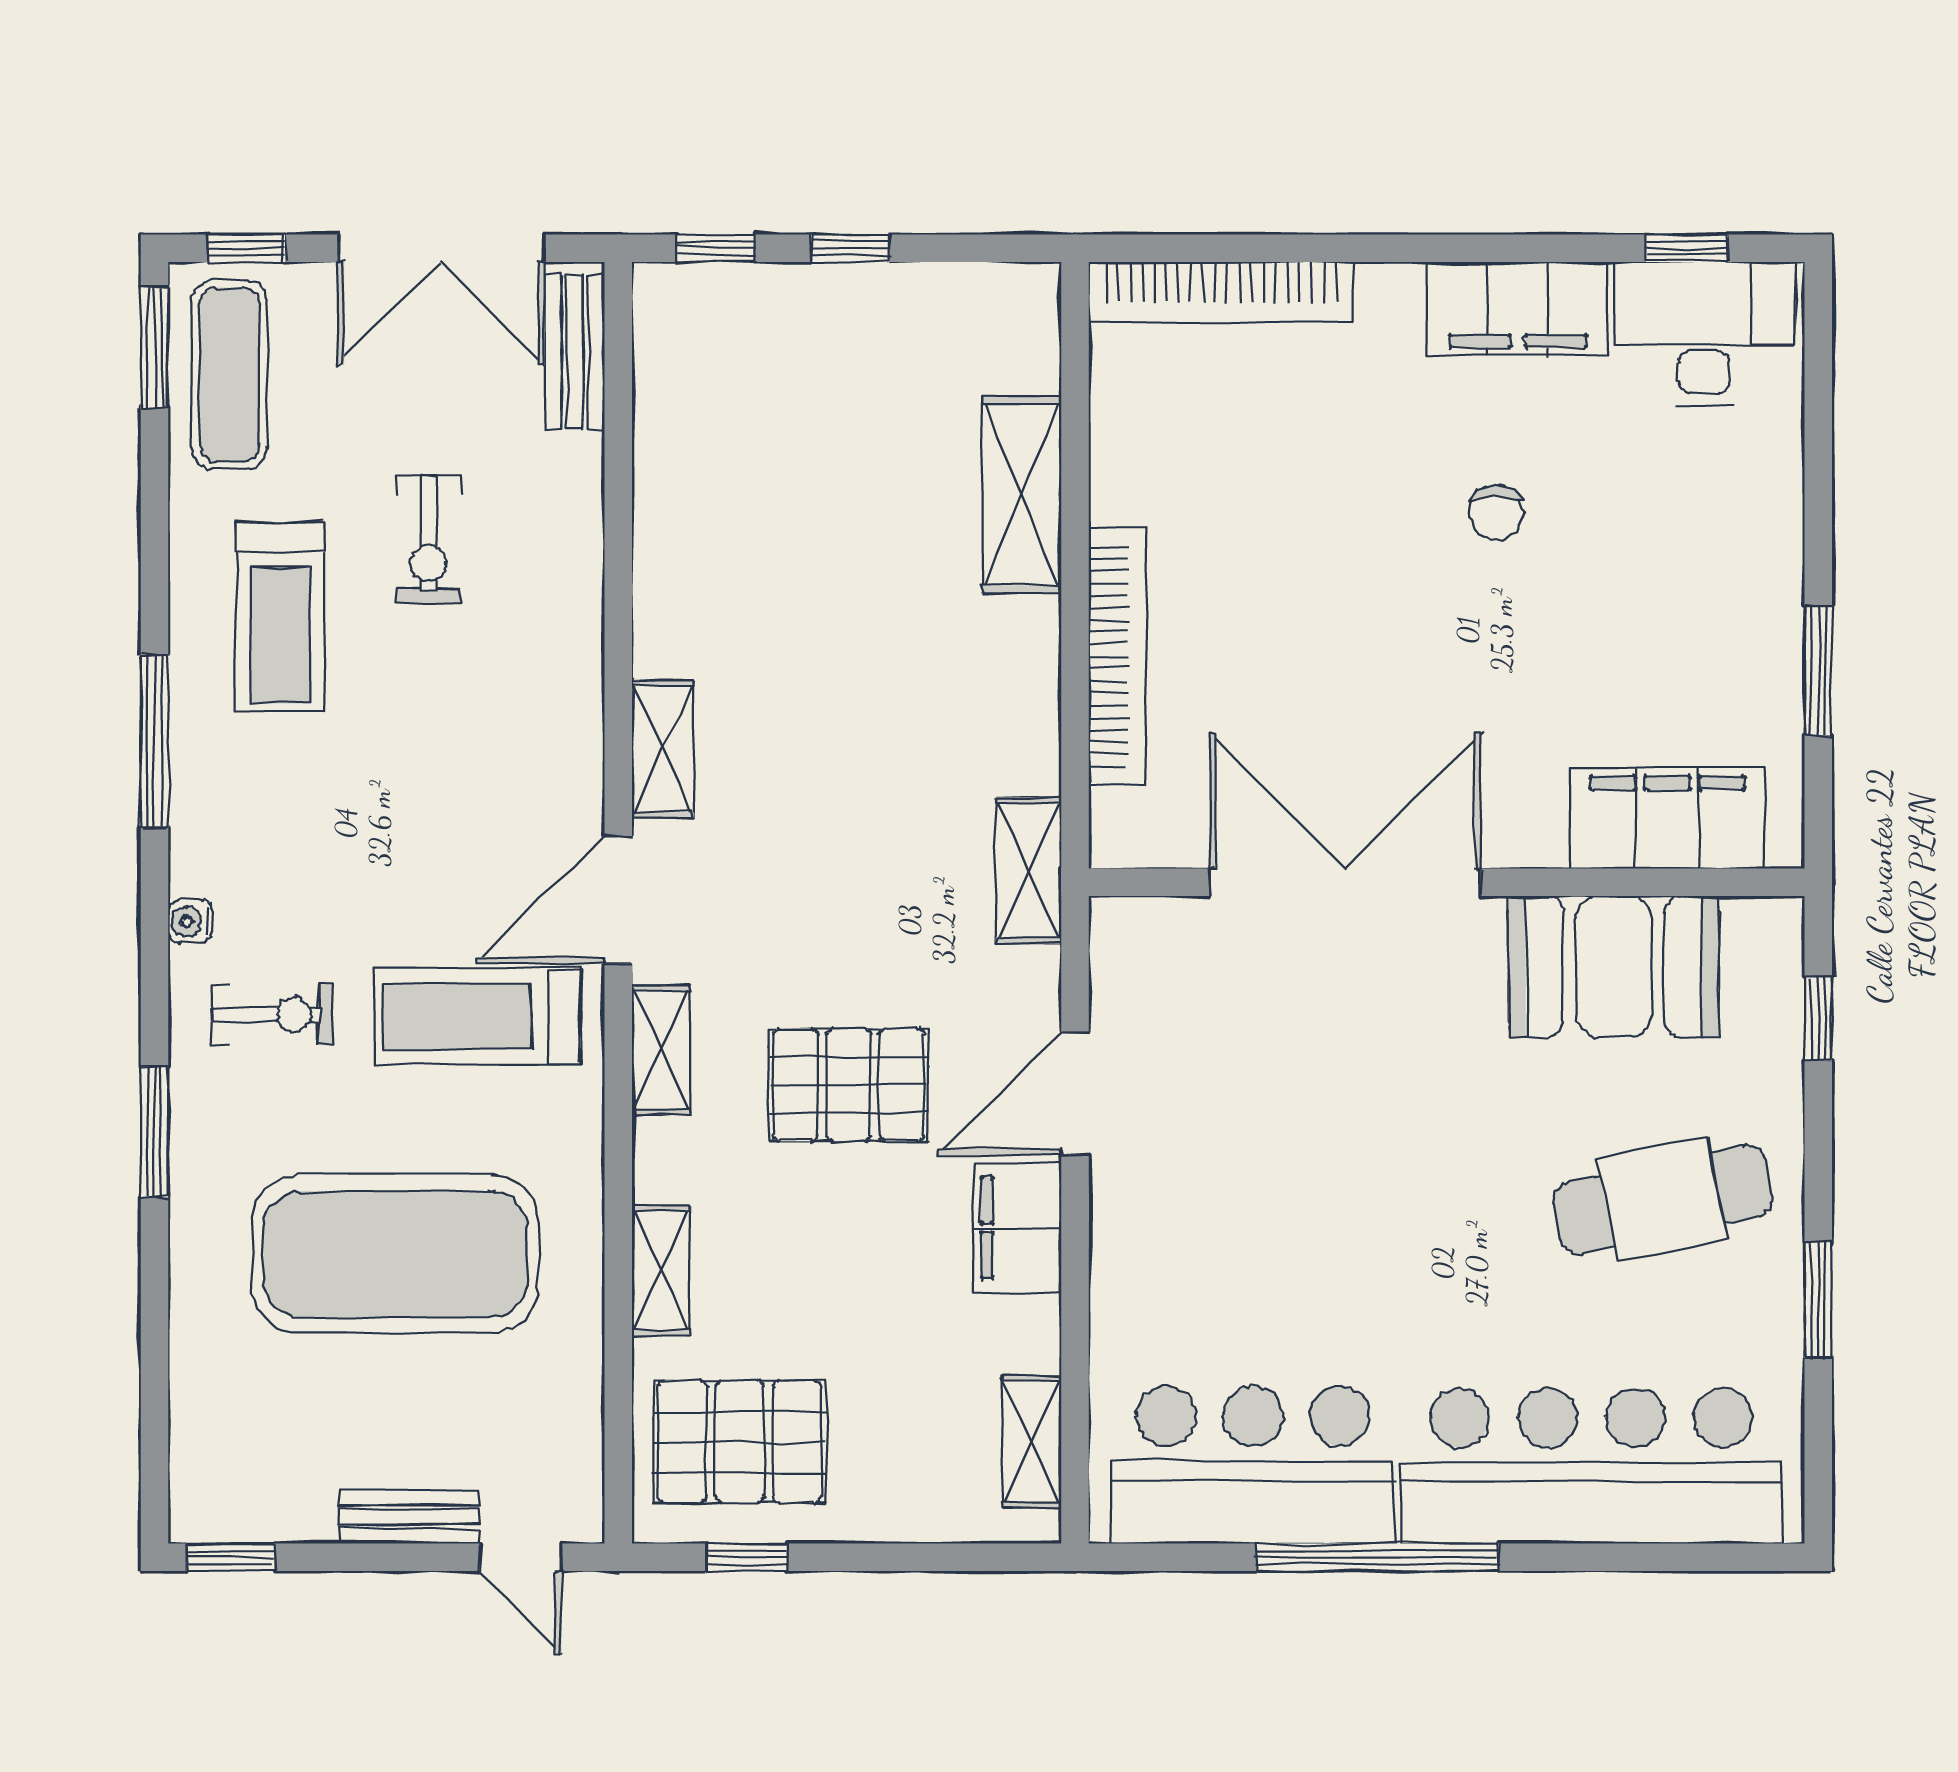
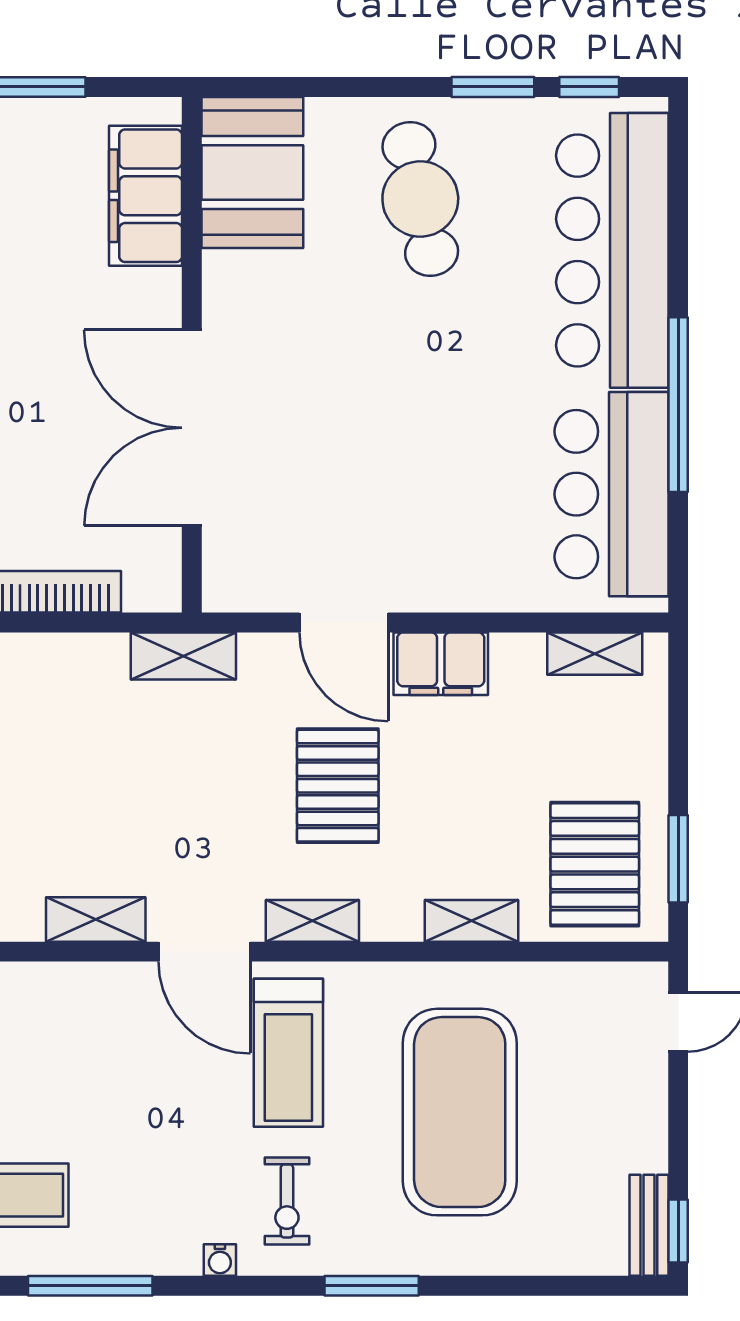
booth: (1614, 966) -> (252, 173), moved
exercise bike: (272, 1014) -> (287, 1201), turned 180
window: (1818, 1019) -> (589, 87), moved
bench: (409, 1517) -> (649, 1225), moved
window: (747, 1557) -> (678, 859), width x1.50

